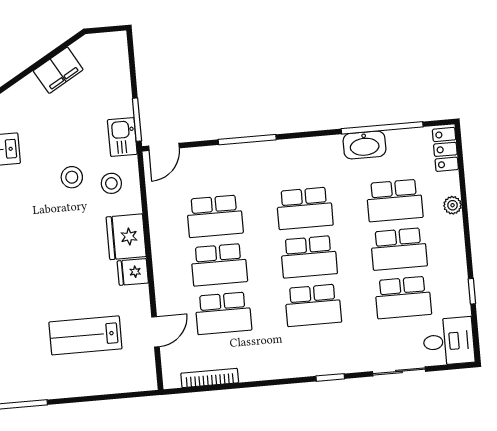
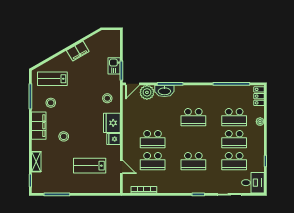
filing cabinet: (58, 70) -> (78, 51), moved
kitchen sink: (122, 137) -> (114, 66), moved
washbasin: (364, 145) -> (164, 91), moved
plant: (198, 163) -> (147, 92), added
stool: (72, 177) -> (64, 136), moved
school desk: (215, 216) -> (153, 117), removed
school desk: (309, 257) -> (193, 139), removed
door: (155, 332) -> (121, 167), hinge flipped

